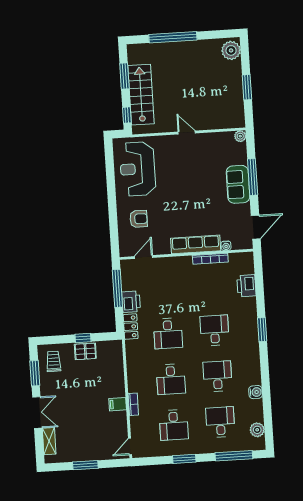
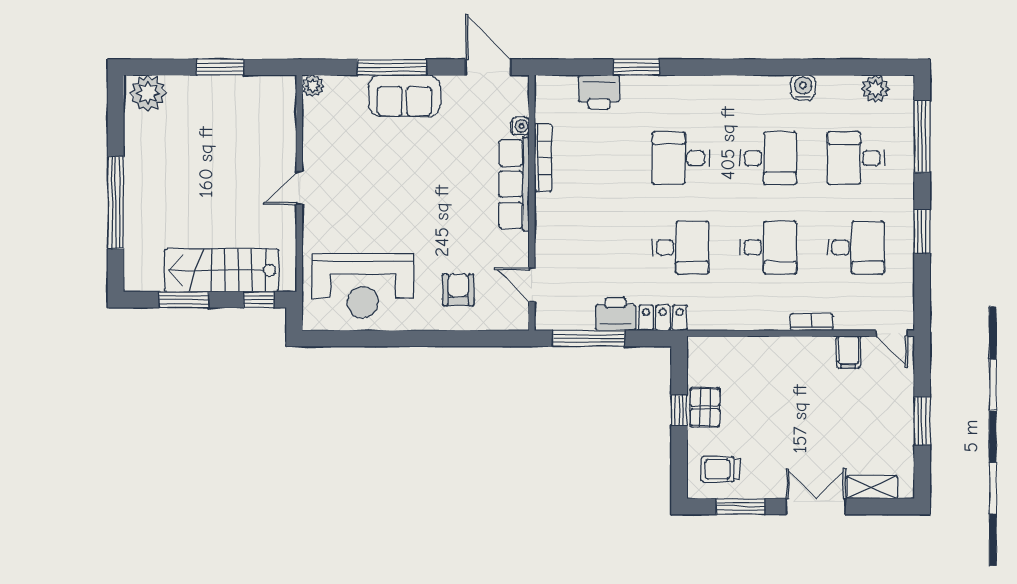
window: (262, 330) -> (637, 67), moved
desk: (217, 376) -> (768, 158), turned 180
filing cabinet: (118, 404) -> (848, 352), moved

